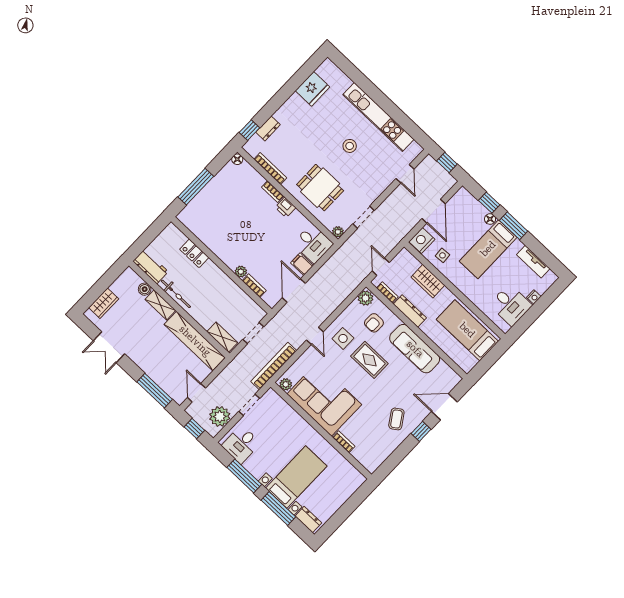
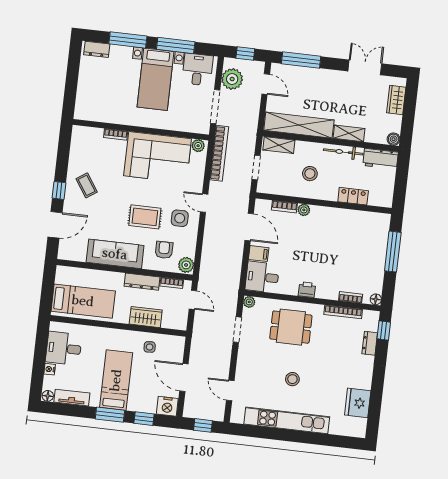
bookcase: (273, 192) -> (351, 297), moved
floor lamp: (490, 219) -> (48, 396), moved
nightstand: (422, 241) -> (167, 406), moved, turned 90
boiler: (145, 289) -> (394, 139), moved
stool: (215, 297) -> (310, 174), added
doorway: (249, 405) -> (215, 107), width x1.38
bed with nightstands: (296, 477) -> (156, 79), moved

